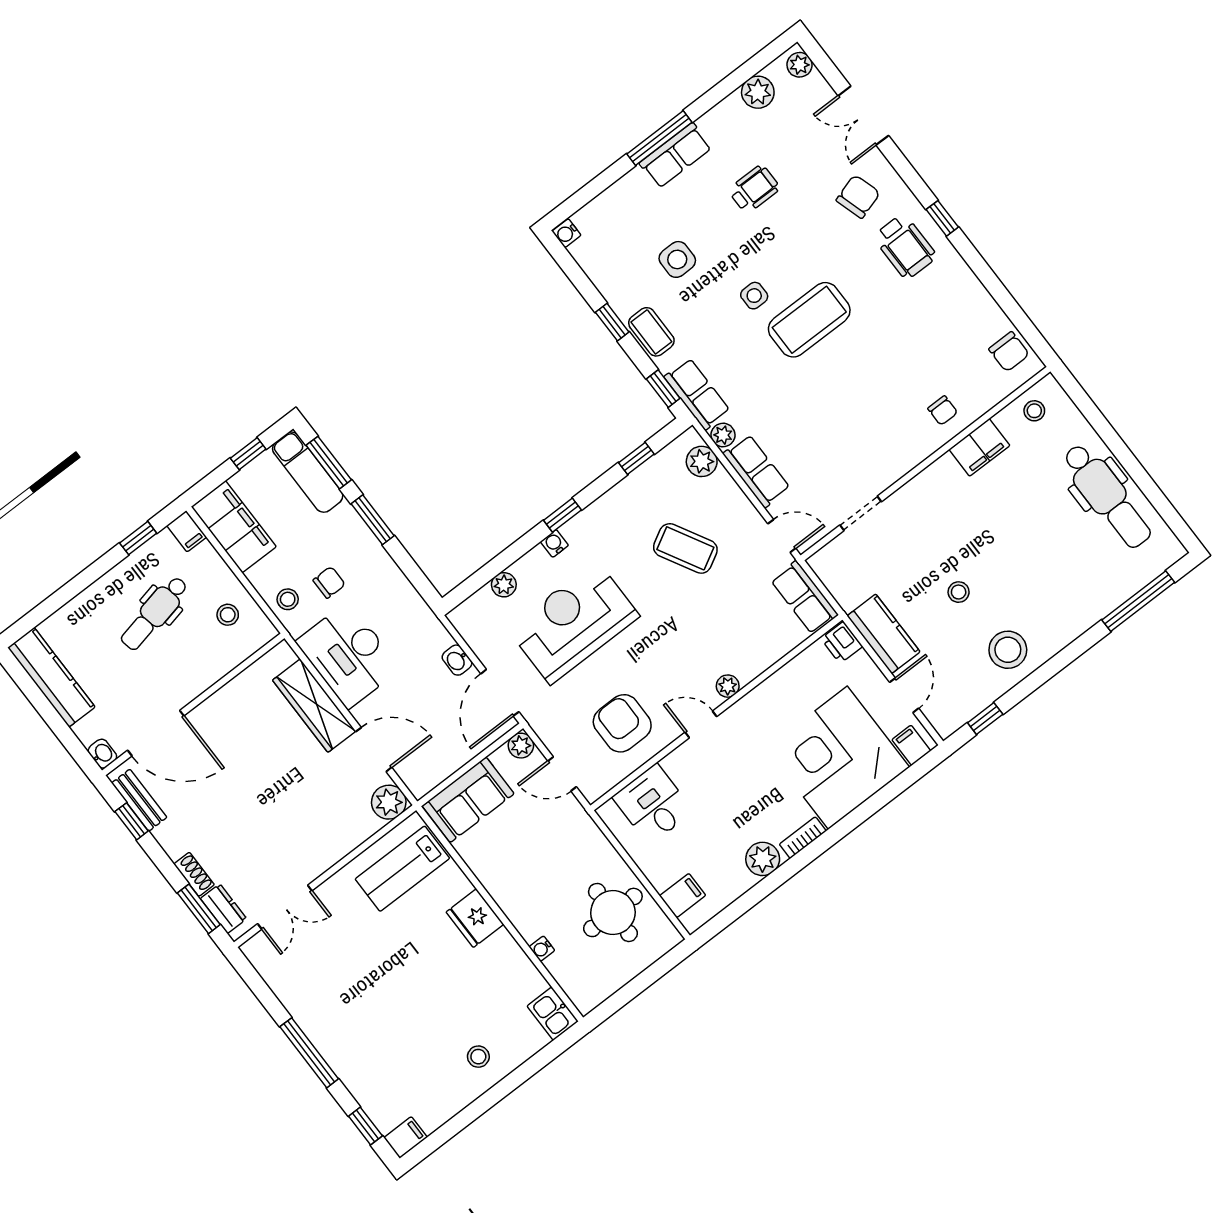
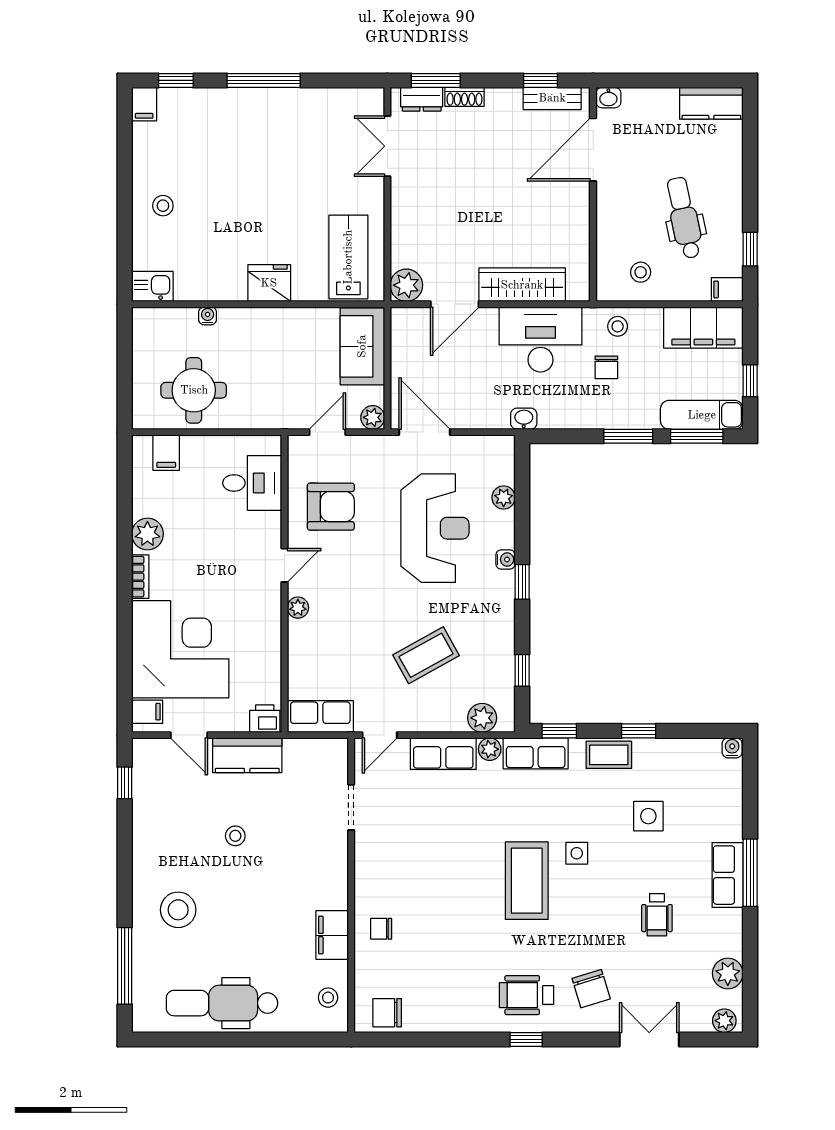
stool: (1008, 650) -> (178, 910), moved
washbasin: (457, 660) -> (524, 419), moved
kitchen counter: (51, 677) -> (711, 103), width x0.67

